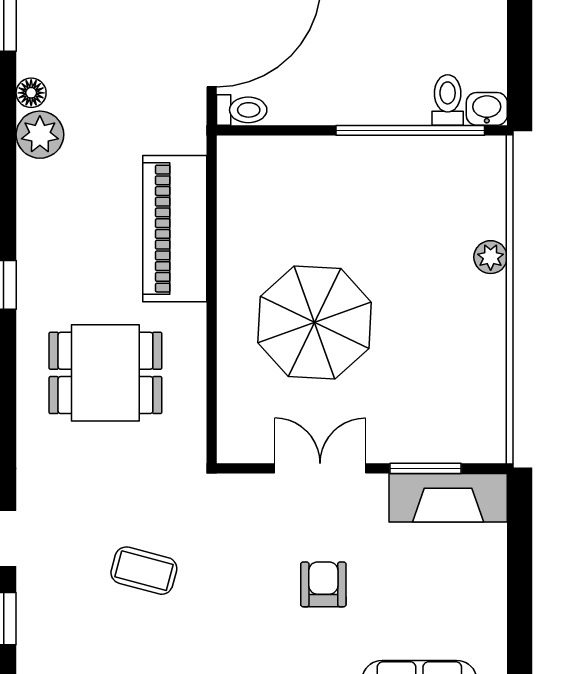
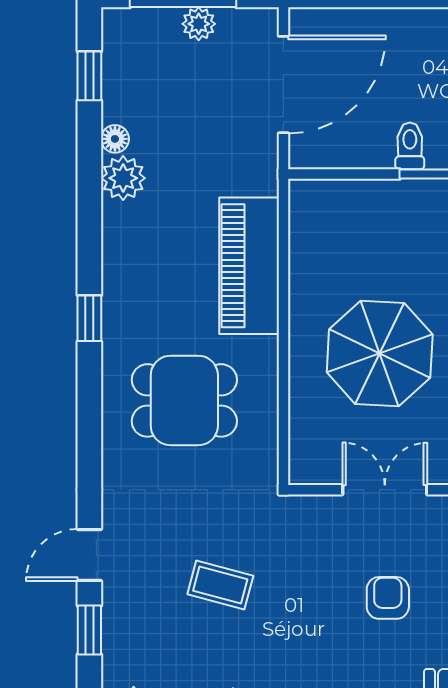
toilet: (242, 110) -> (410, 146), moved, turned -90

